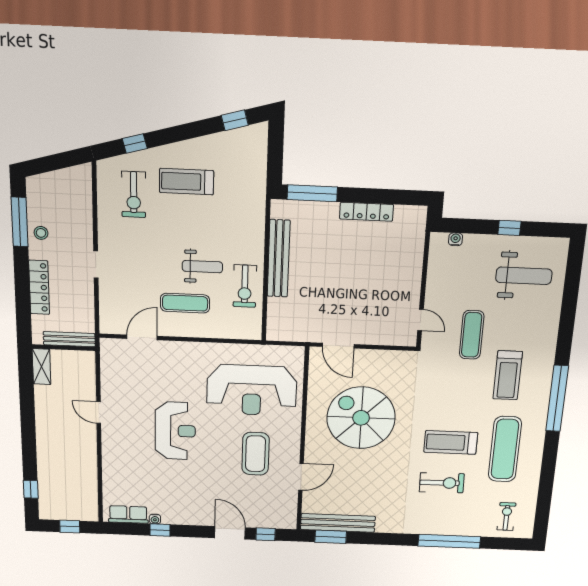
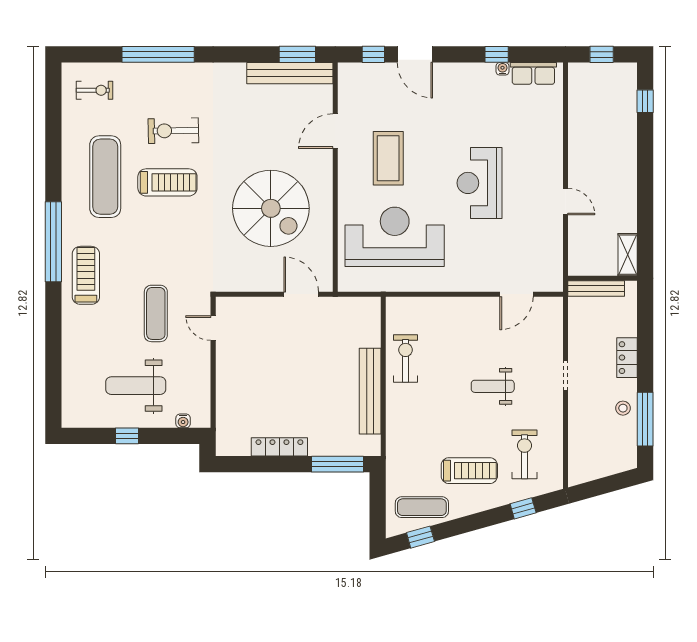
weight bench: (202, 267) -> (493, 386), moved
weight bench: (524, 276) -> (136, 386), moved
locker: (39, 287) -> (627, 358), width x0.66
exercise mat: (185, 303) -> (422, 507), moved
treadmill: (508, 375) -> (86, 275), moved
exercise bike: (506, 517) -> (95, 90), turned -90

